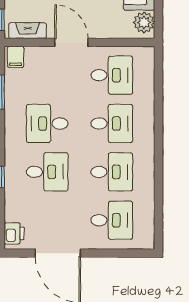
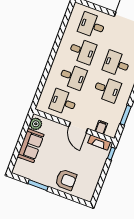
filing cabinet: (16, 57) -> (101, 127), moved
desk: (112, 124) -> (73, 77), turned 180
desk: (112, 172) -> (82, 51), turned 180

